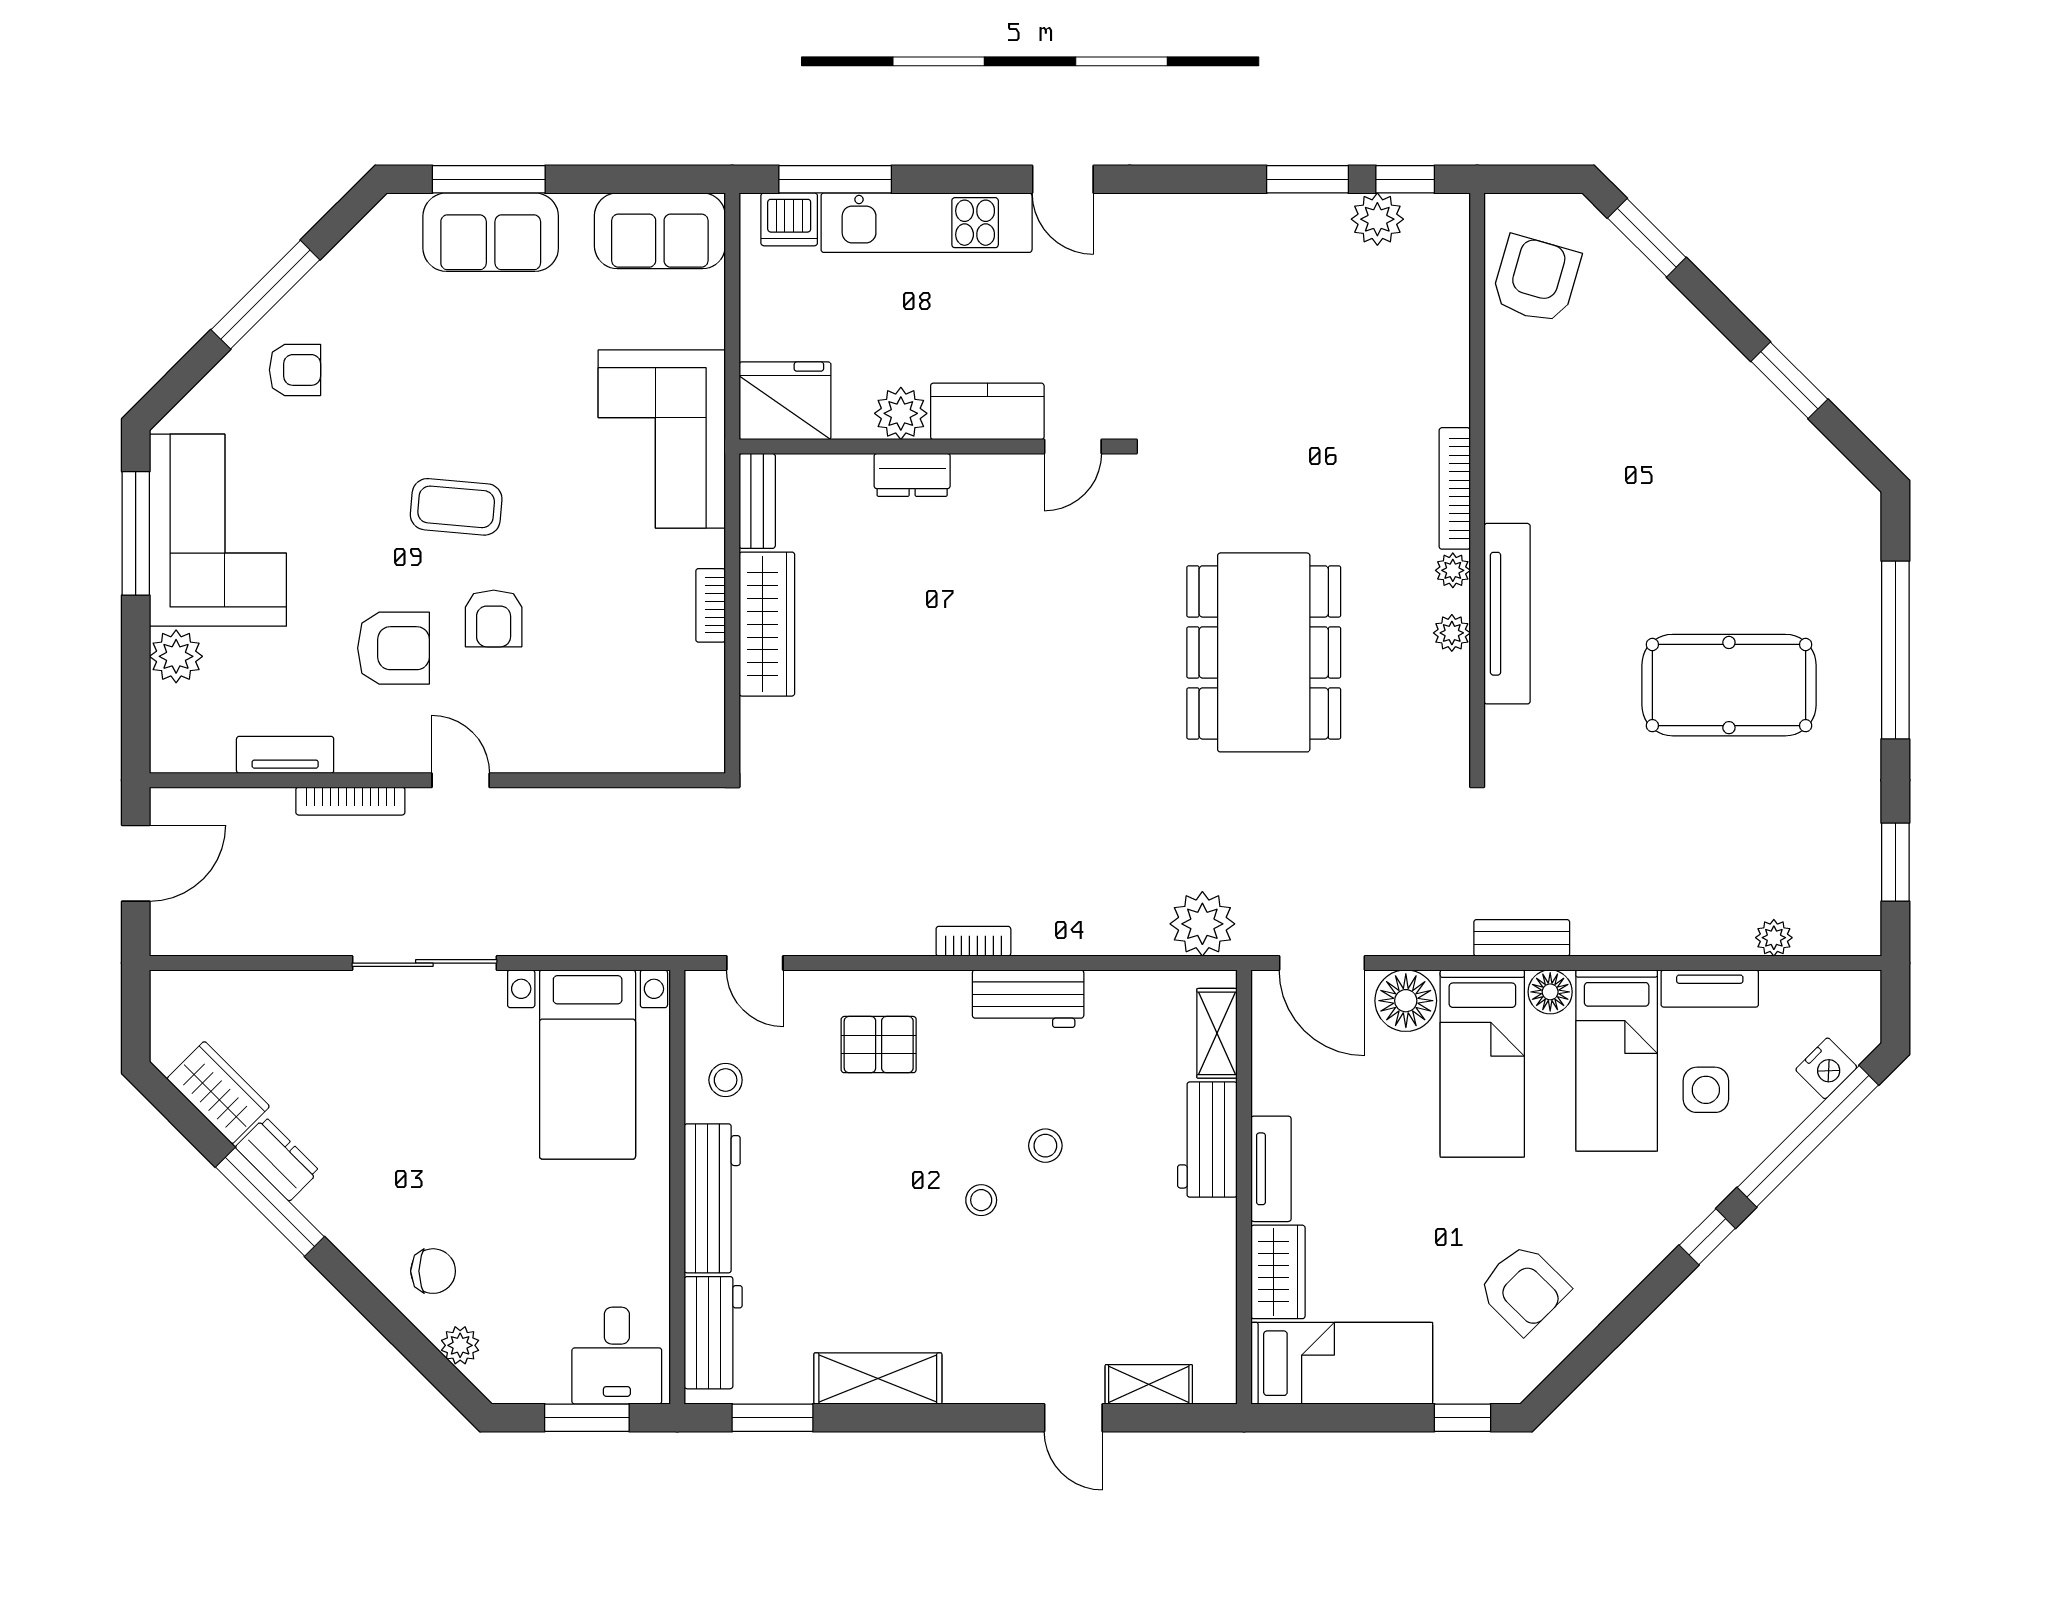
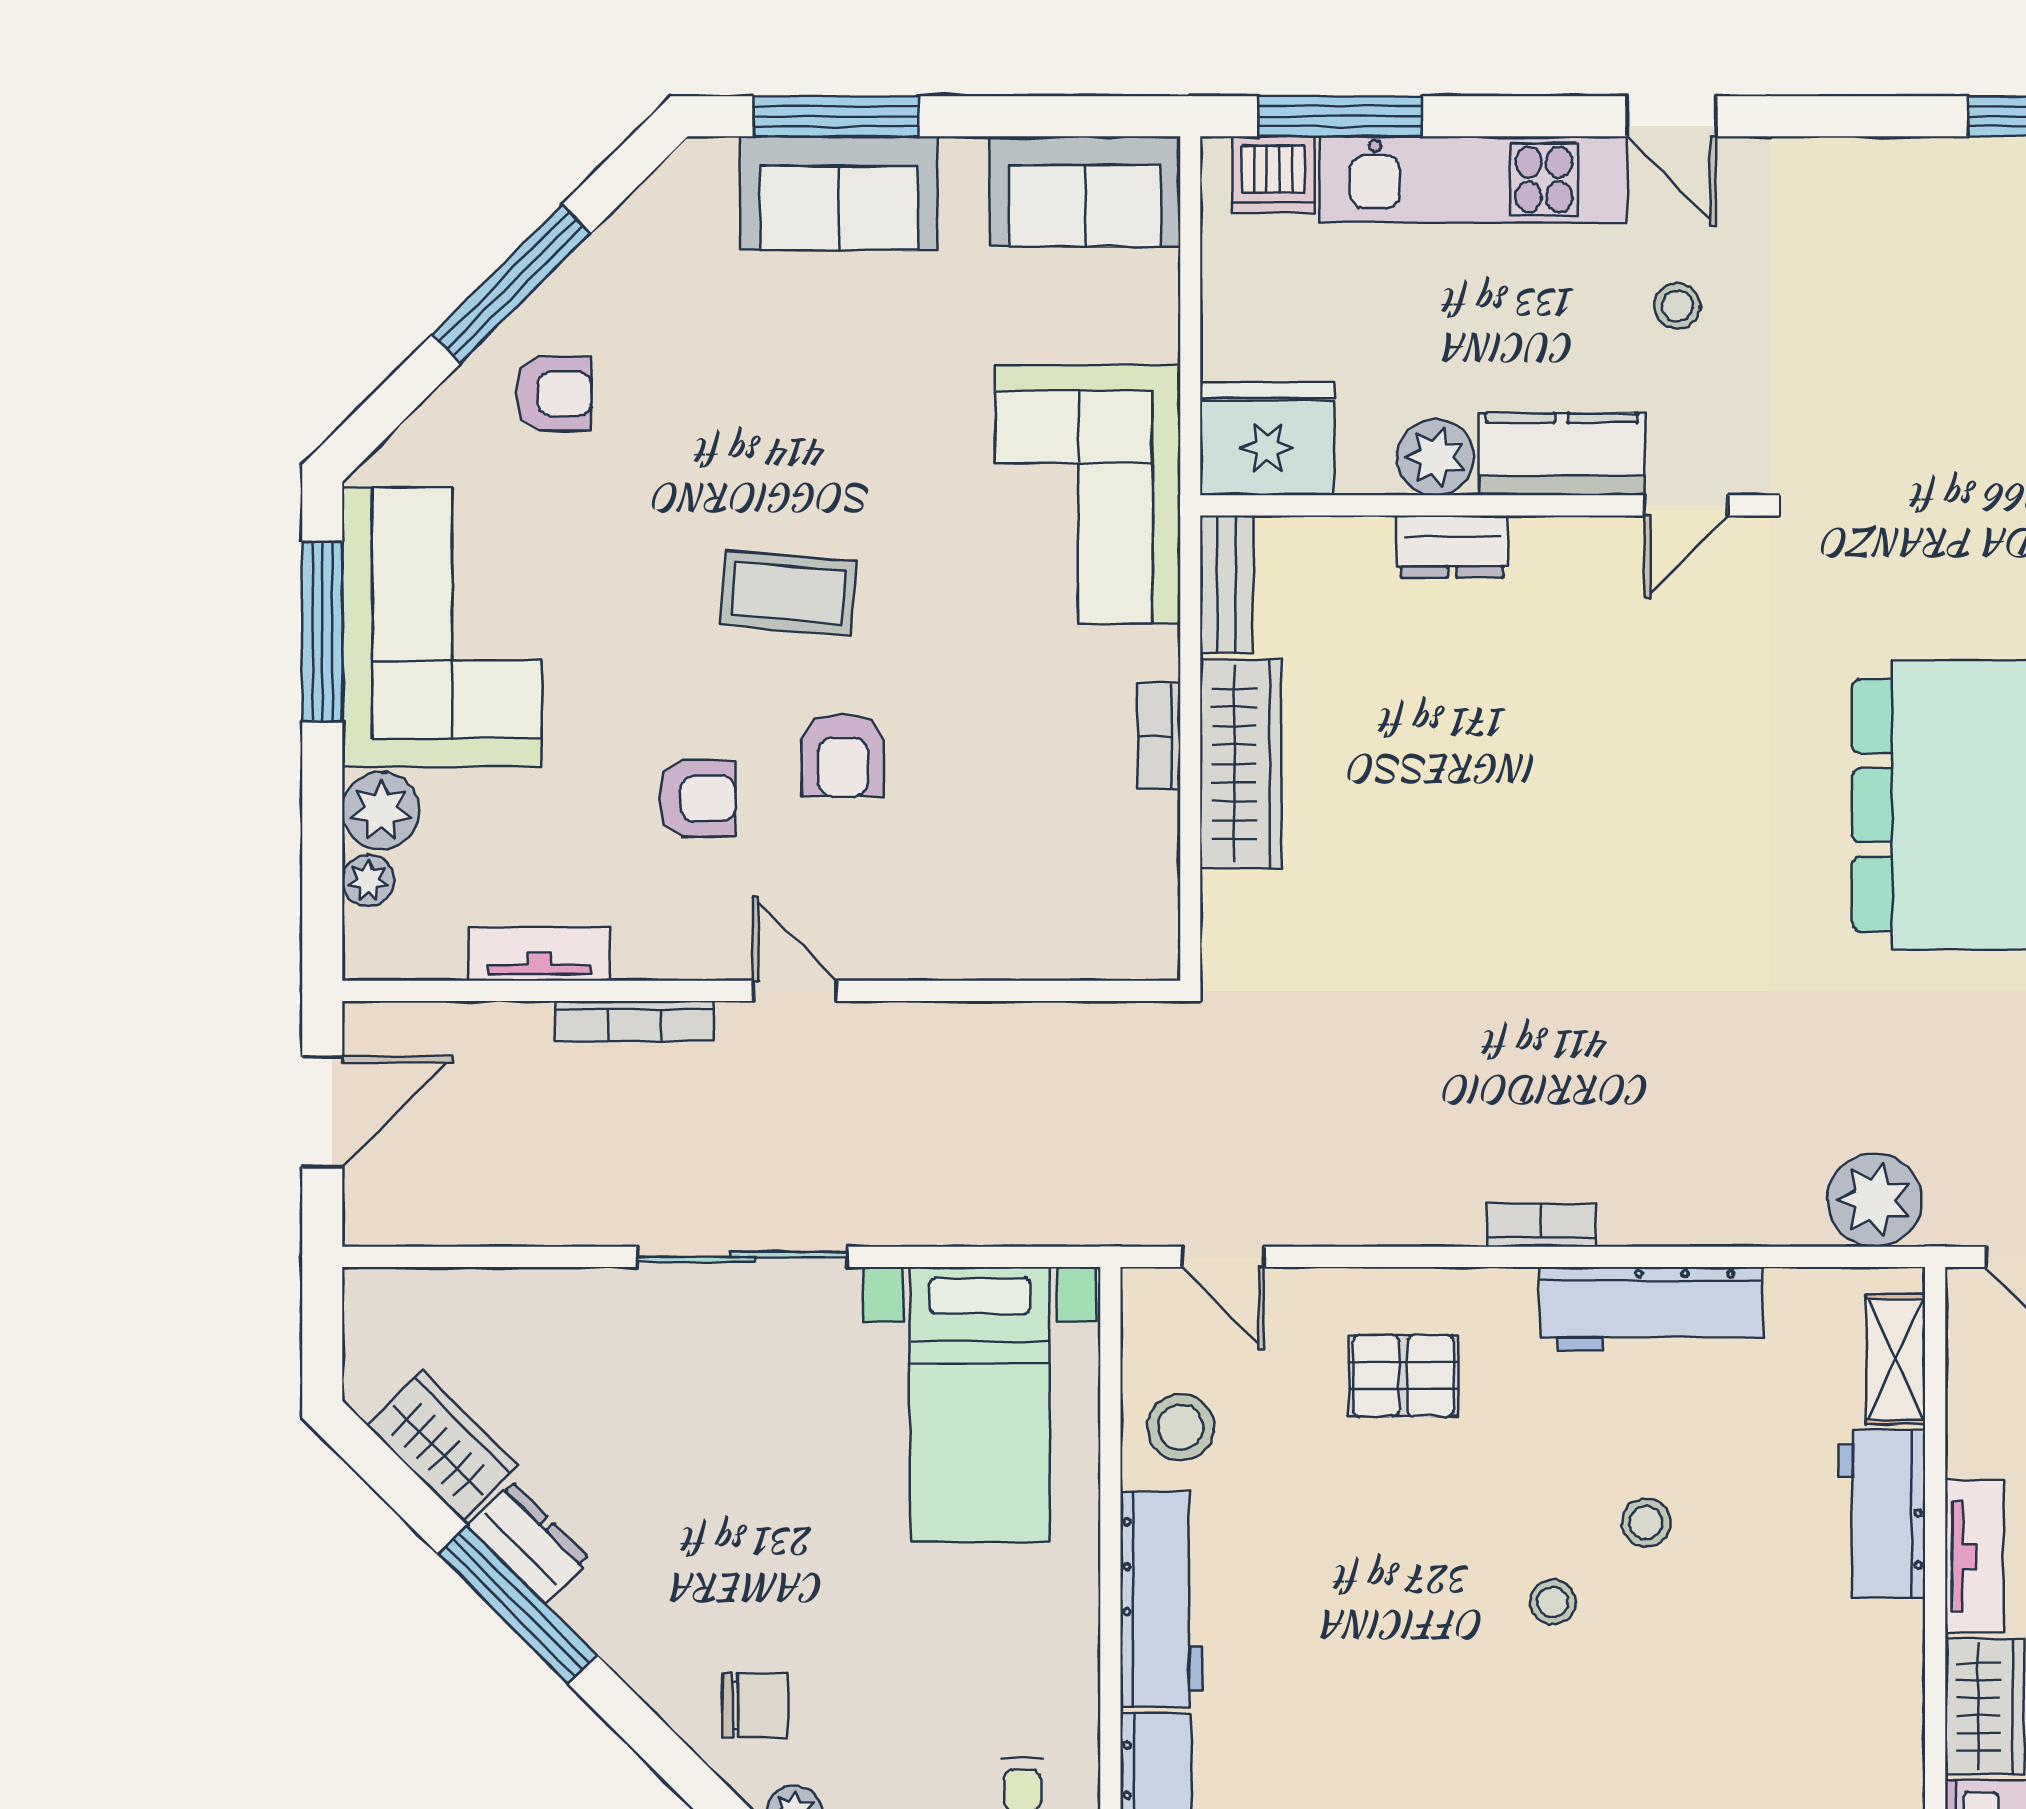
stool: (1067, 310) -> (1677, 306), added
armchair: (393, 648) -> (697, 799), width x0.72, depth x0.72
plant: (167, 704) -> (368, 880), added
workbench: (1028, 999) -> (1651, 1309), width x1.38
stool: (726, 1080) -> (1181, 1427), width x1.37, depth x1.37

